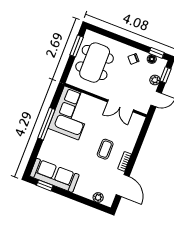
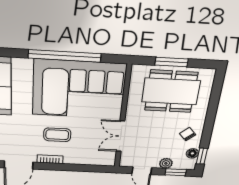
window: (77, 46) -> (172, 62), moved
corner sofa: (71, 113) -> (79, 90), width x1.36, depth x1.36
window: (46, 124) -> (65, 56), width x1.46

